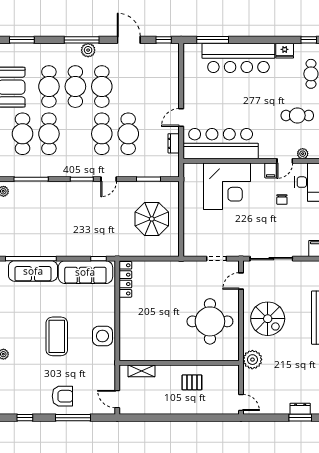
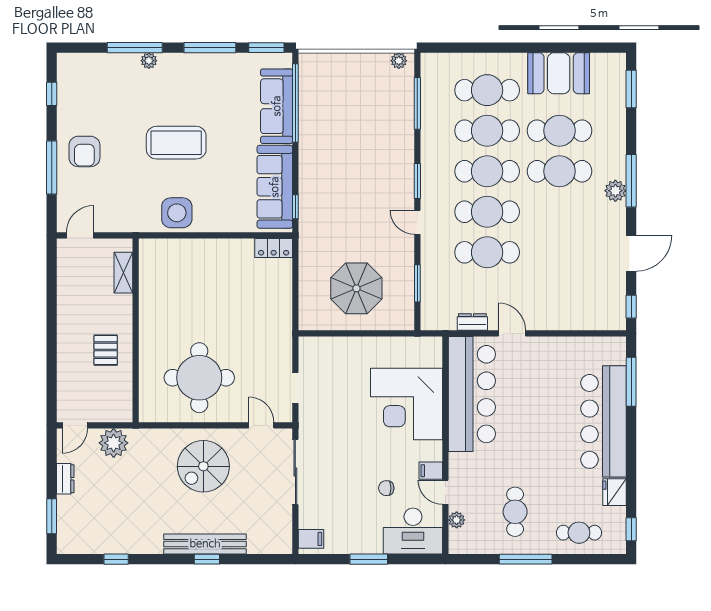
cafe table: (102, 87) -> (487, 171), moved
locker: (125, 279) -> (274, 248), width x0.66
plant: (252, 360) -> (114, 443), moved
dresser: (300, 409) -> (65, 479), moved

